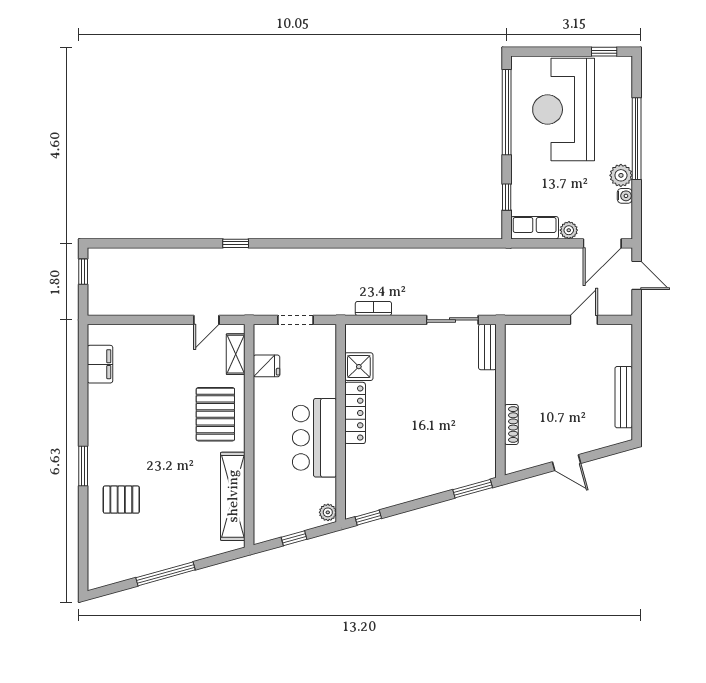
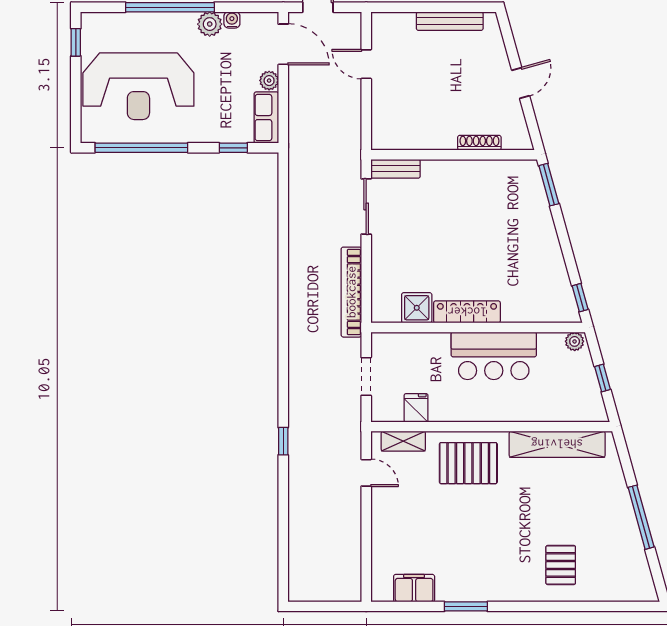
window: (83, 272) -> (314, 606), removed
bookcase: (373, 308) -> (351, 292), width x2.31, depth x1.31
window: (83, 466) -> (466, 606), moved

